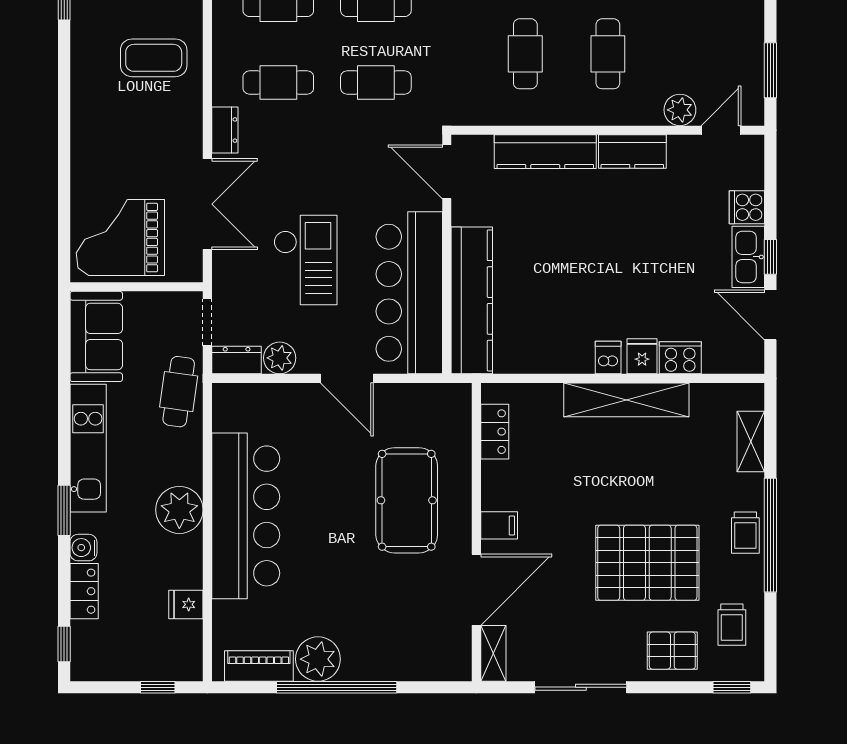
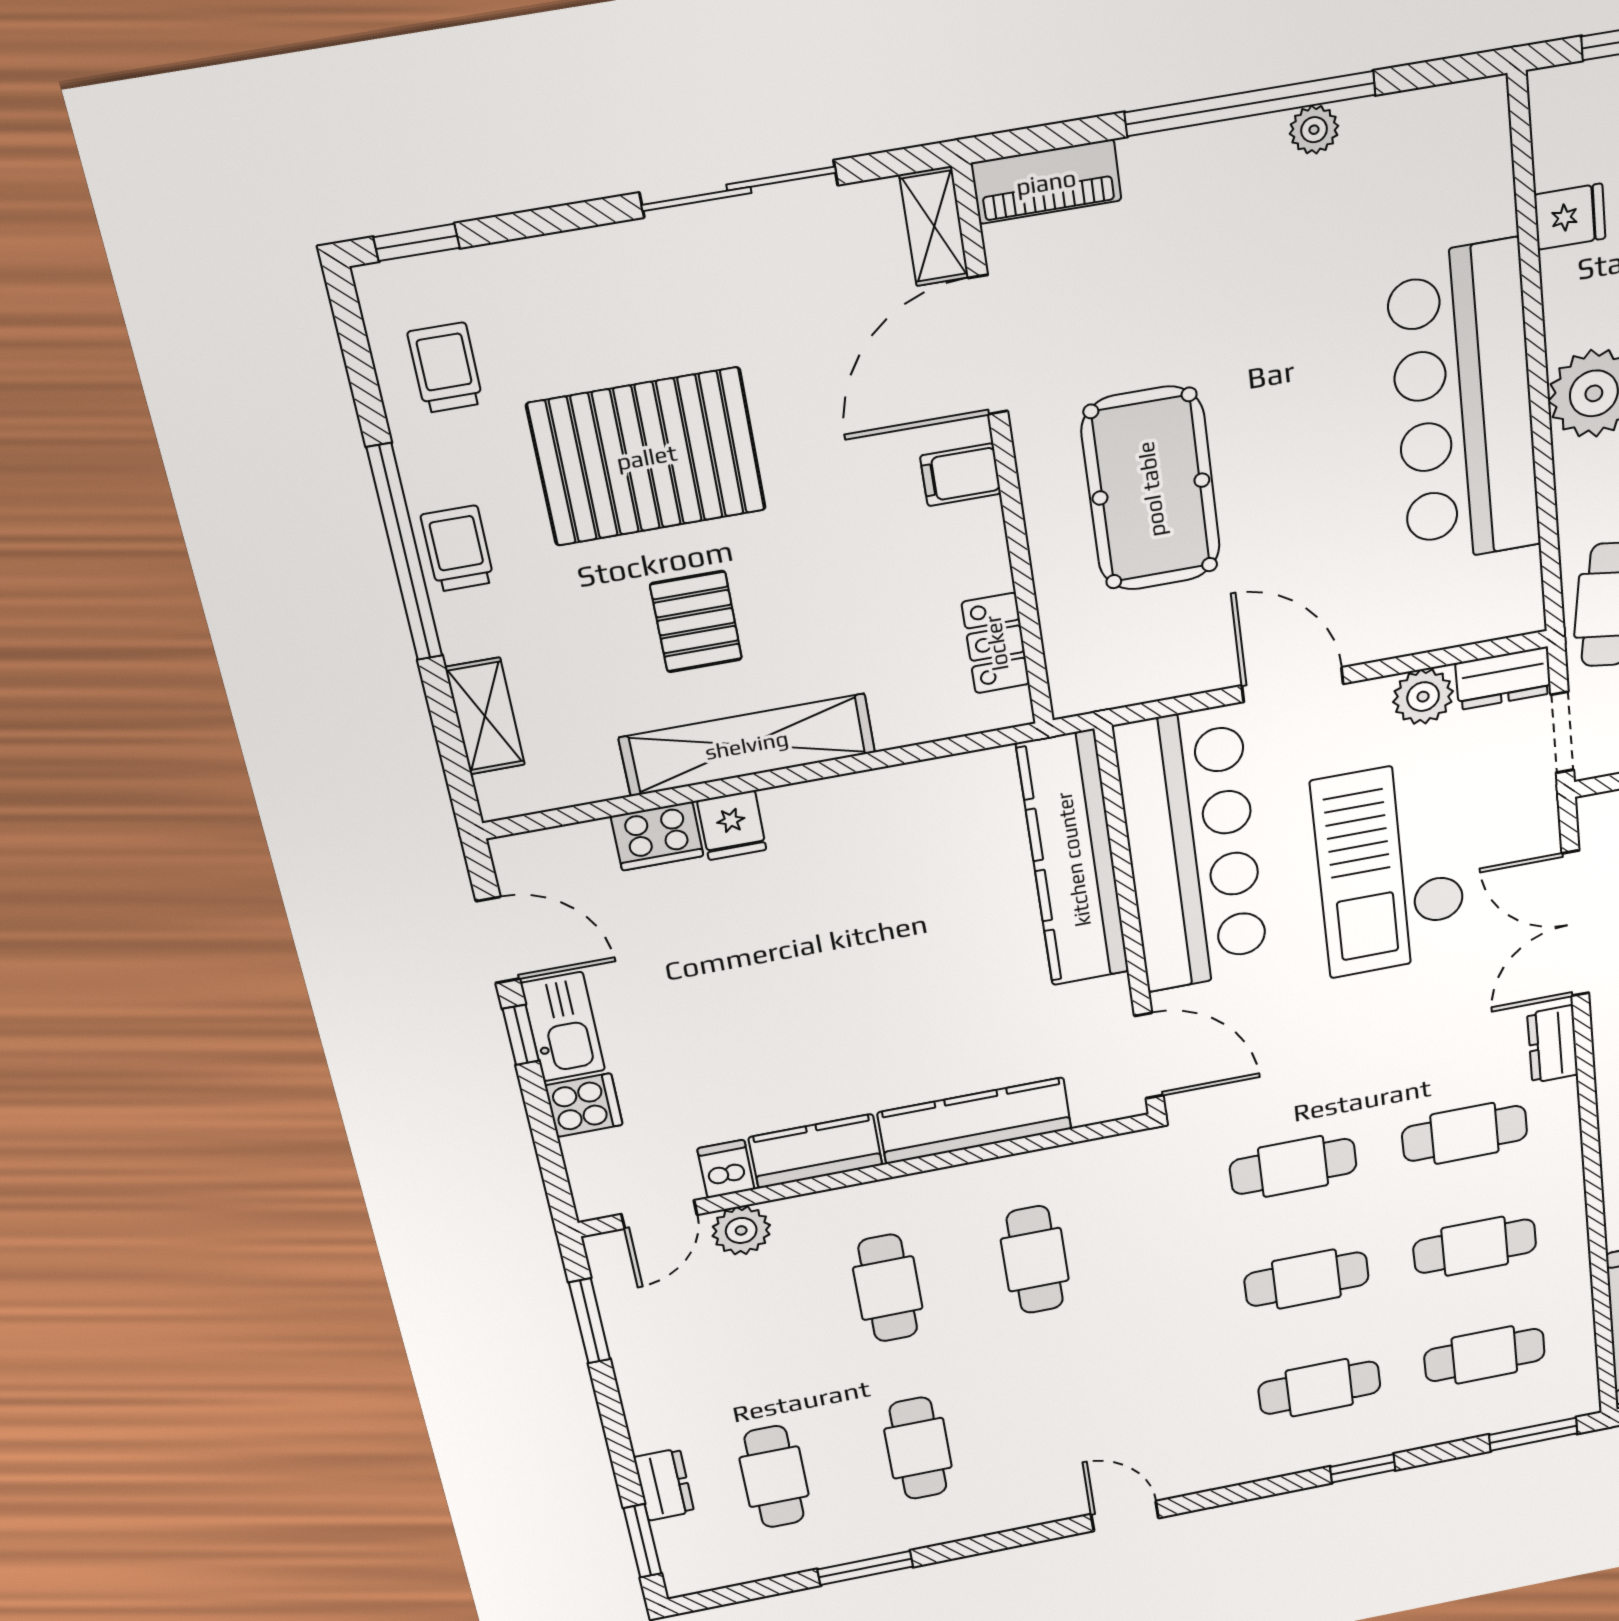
checkout: (305, 260) -> (1390, 868), width x1.36, depth x1.21
dishwasher: (608, 358) -> (726, 1169), moved, turned 180
pallet: (672, 651) -> (696, 622), moved, turned 90
plant: (318, 659) -> (1314, 130), width x0.53, depth x0.53
piano: (259, 666) -> (1046, 182), moved

